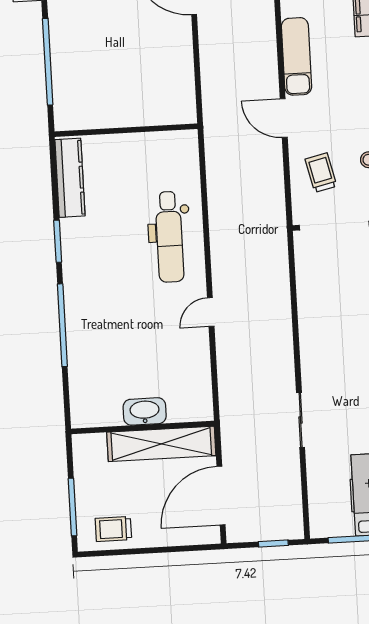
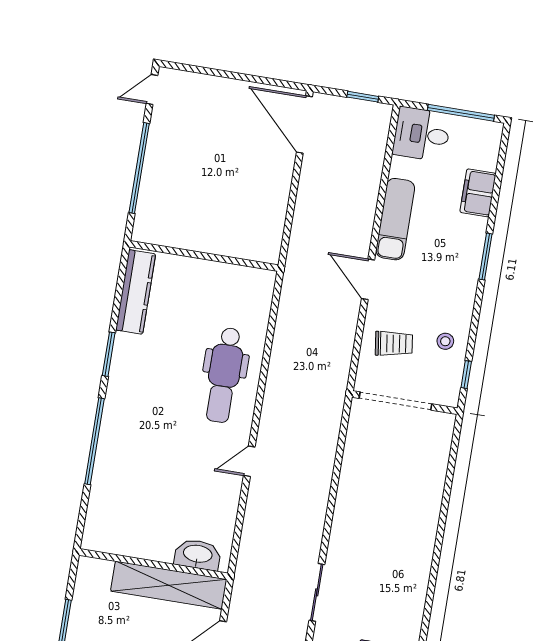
trolley: (321, 173) -> (394, 344), turned 95
washbasin: (145, 411) -> (198, 555), moved

